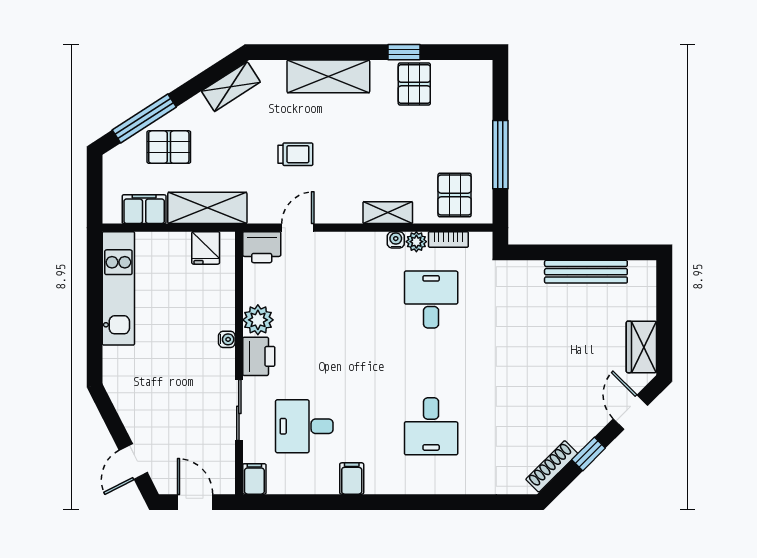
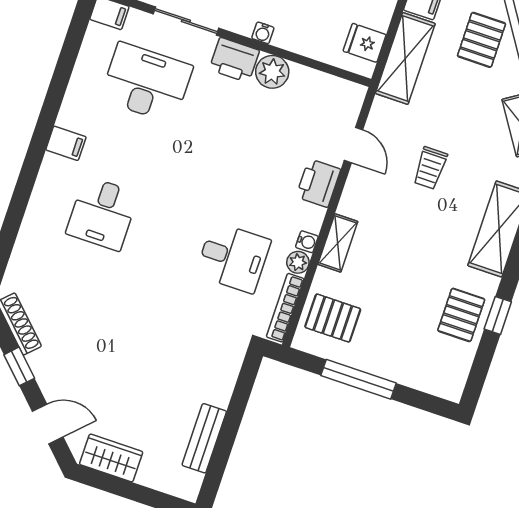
pallet: (414, 84) -> (461, 315), turned 90
bookcase: (448, 239) -> (285, 308), width x1.56
printer: (262, 247) -> (318, 183), moved
bench: (586, 272) -> (204, 438), width x0.73
desk: (304, 426) -> (146, 83), width x1.37
desk: (431, 426) -> (102, 213), turned -90
filing cabinet: (352, 479) -> (66, 143), moved

